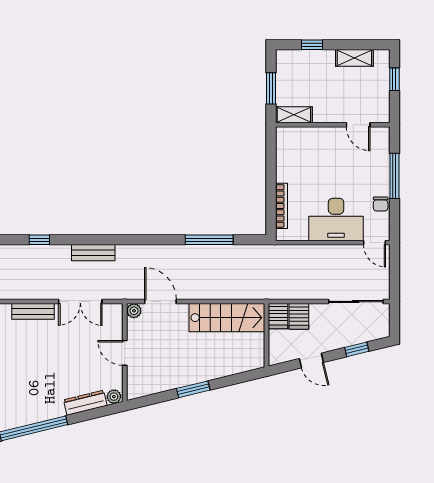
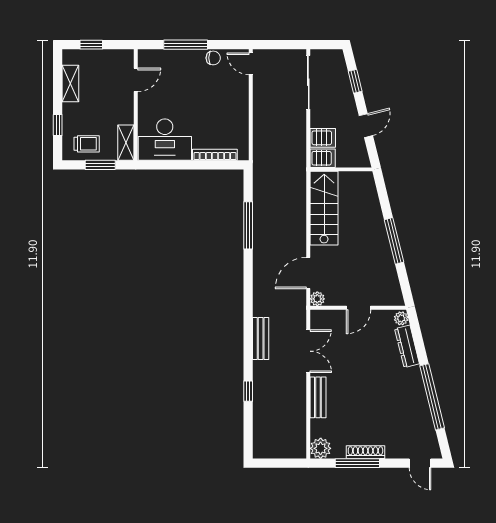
trolley: (293, 74) -> (87, 144), added
desk: (336, 219) -> (165, 140), moved, turned 90
door: (375, 243) -> (251, 64), swing flipped
window: (193, 389) -> (394, 241), width x1.44

